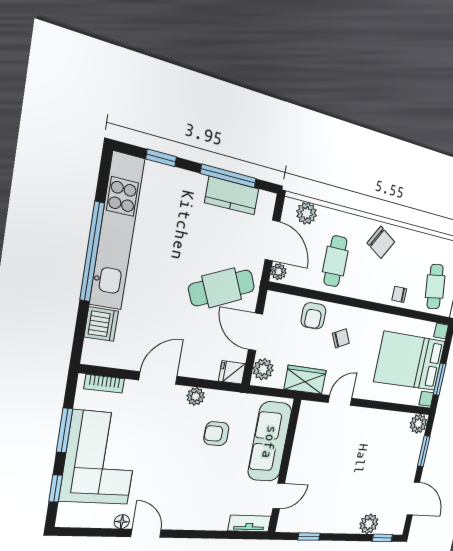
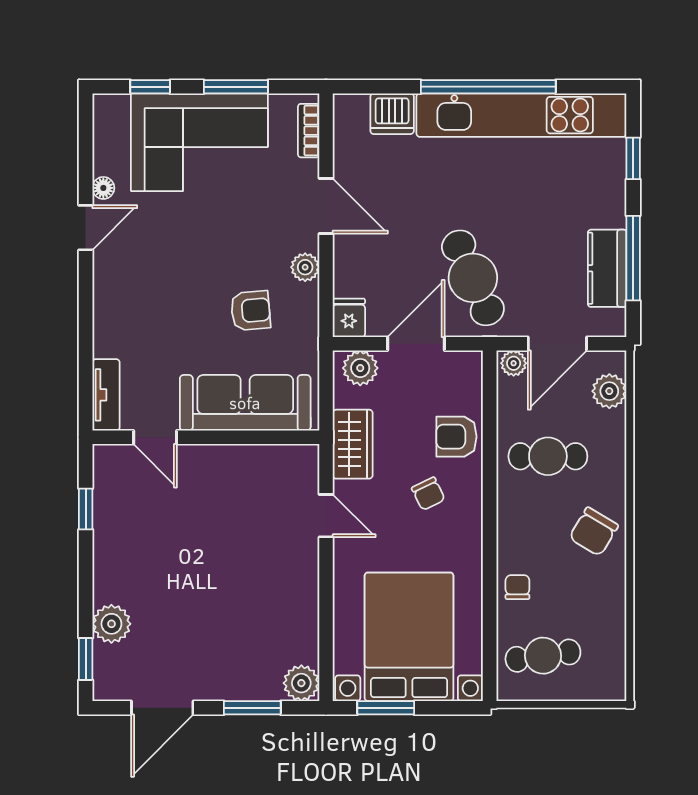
armchair: (216, 434) -> (250, 311), turned 85

